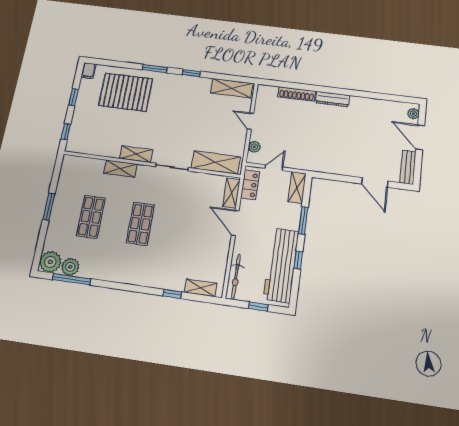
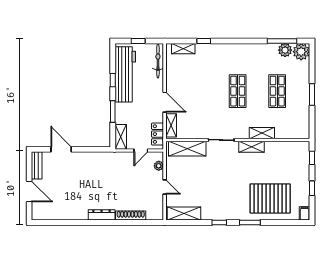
plant: (413, 114) -> (36, 211), removed

